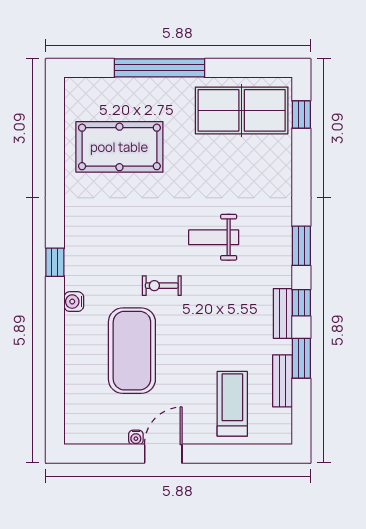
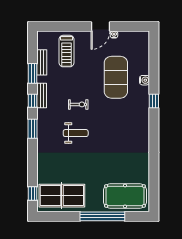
pool table: (119, 147) -> (125, 196), moved
window: (55, 262) -> (154, 101), moved
exercise bike: (162, 286) -> (78, 104), moved
water cooler: (74, 302) -> (145, 80), moved

